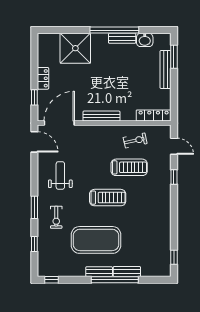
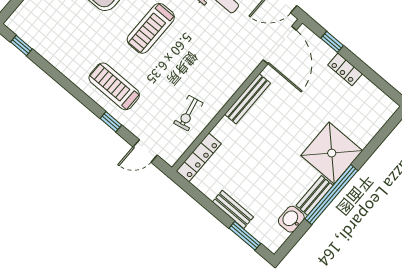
shower: (75, 48) -> (332, 153), moved
bench: (166, 69) -> (233, 209), width x0.73
treadmill: (129, 167) -> (114, 86), moved, turned 90

